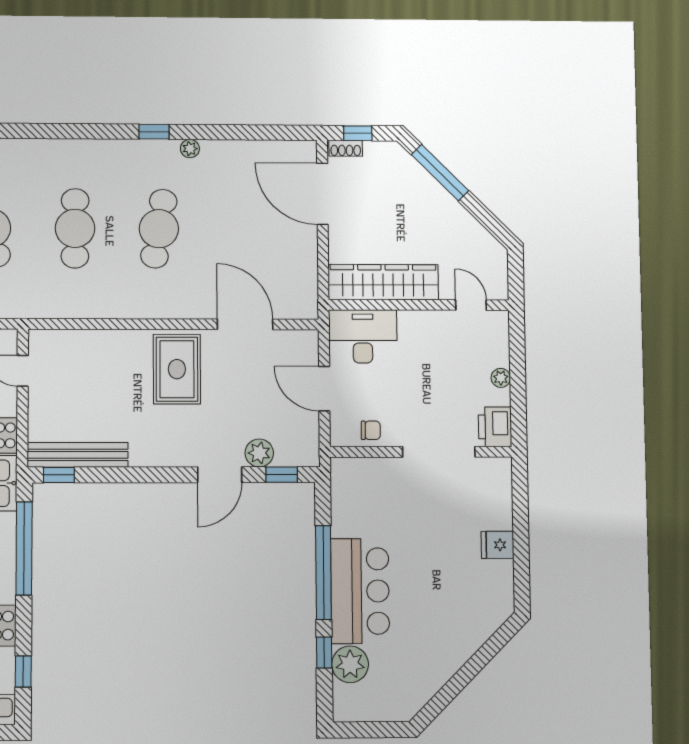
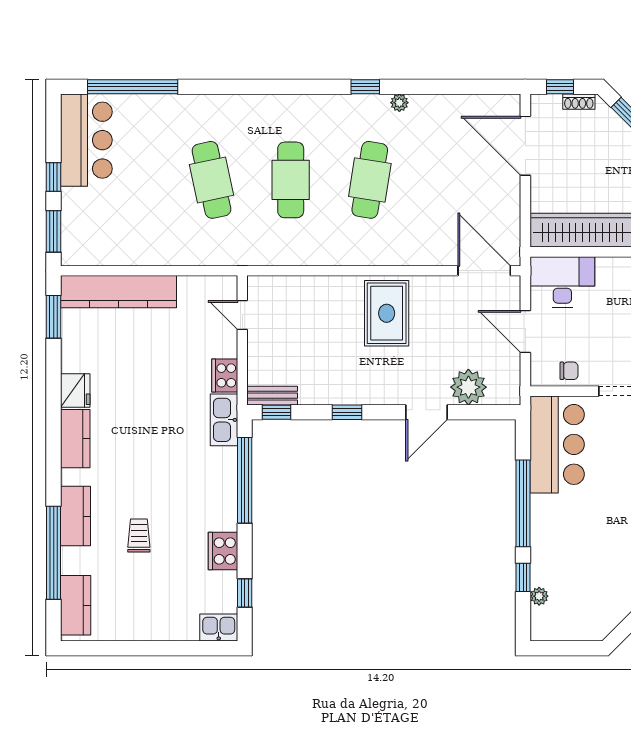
shoe rack: (346, 148) -> (579, 102), moved
door: (245, 324) -> (484, 271), moved
plant: (259, 453) -> (468, 387), width x1.36, depth x1.36
bench: (78, 455) -> (272, 396), width x0.54, depth x0.82
window: (282, 475) -> (347, 412), moved
bar counter: (360, 591) -> (557, 444), moved
plant: (350, 664) -> (539, 596), width x0.53, depth x0.53

